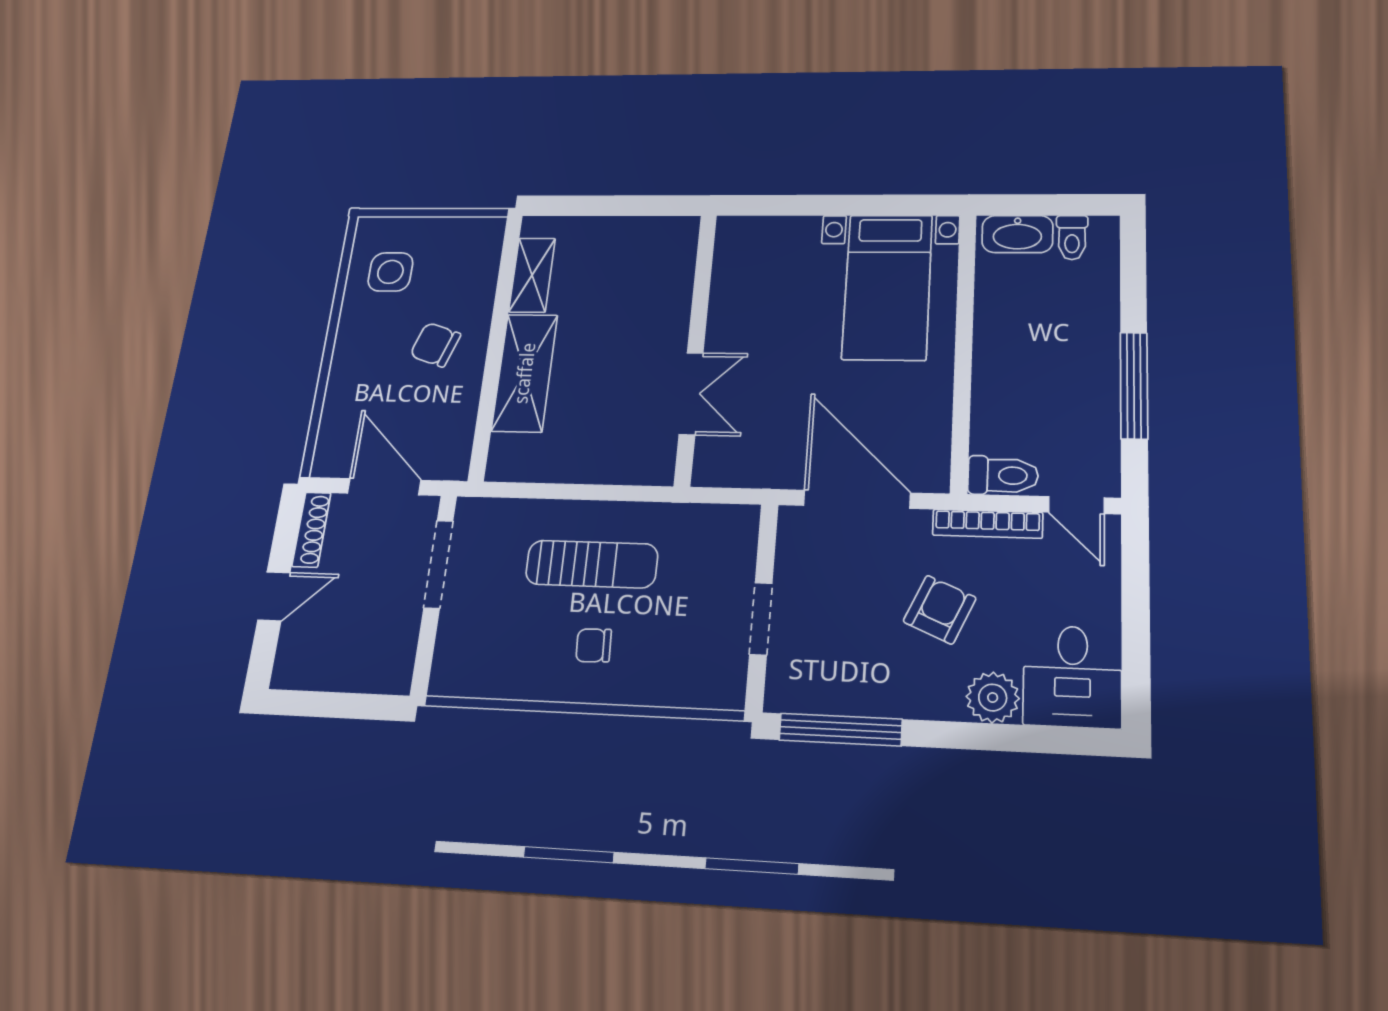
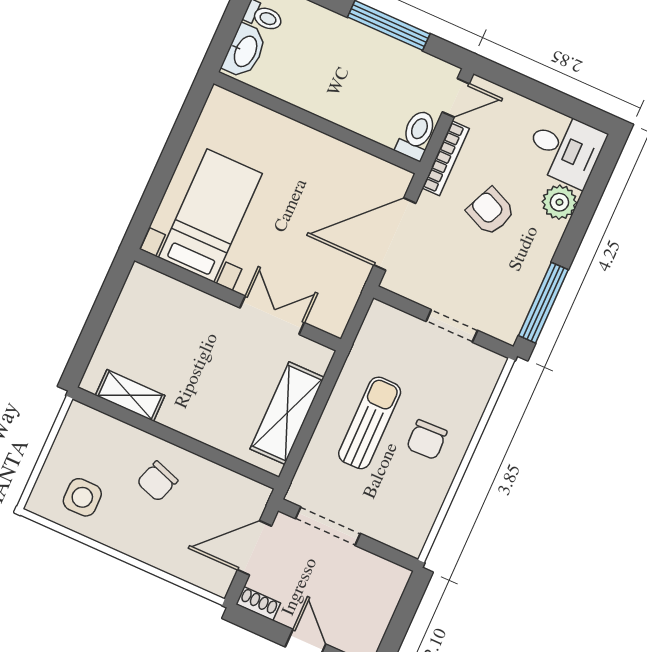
bed with nightstands: (887, 287) -> (210, 216), moved, turned -90
shelving: (525, 373) -> (287, 413), moved, turned 90
shoe rack: (311, 530) -> (258, 604), width x0.70
chair: (594, 645) -> (427, 440), width x1.37, depth x1.37

